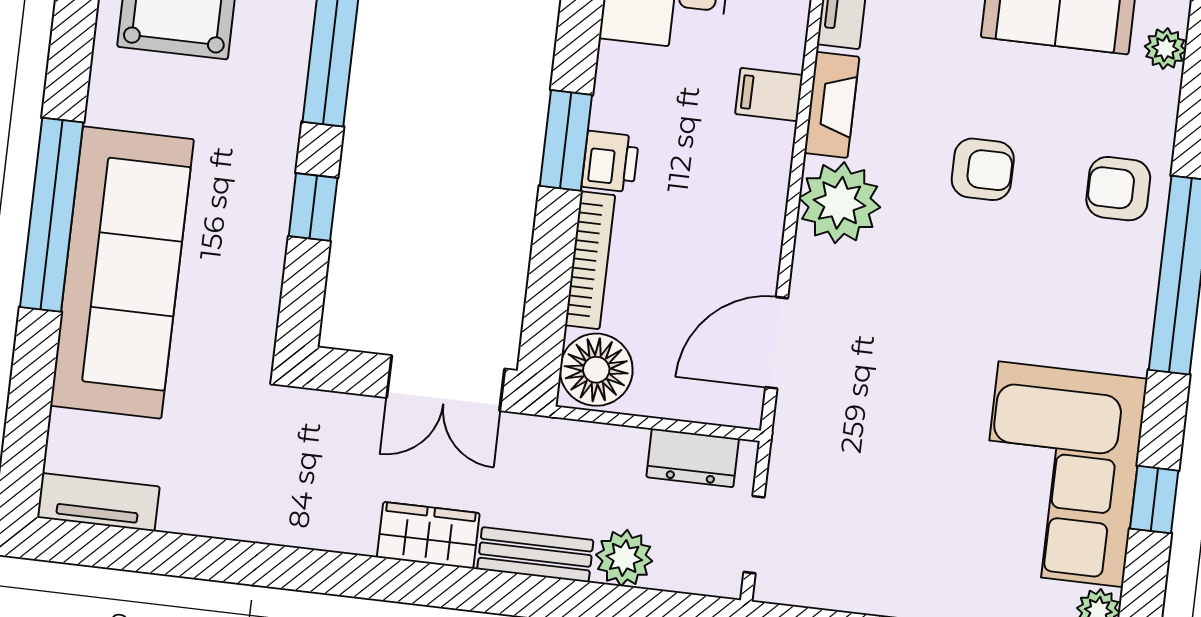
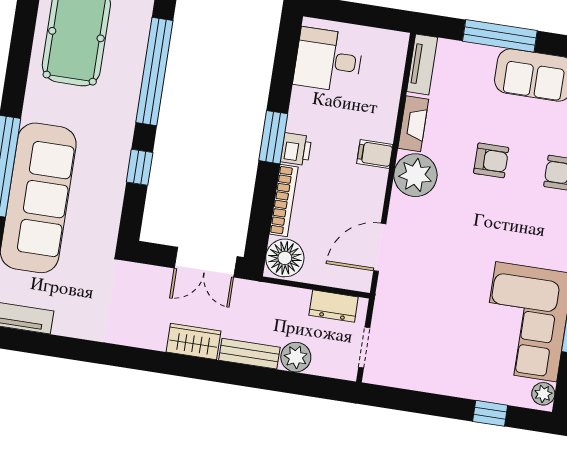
filing cabinet: (769, 94) -> (375, 154), moved

